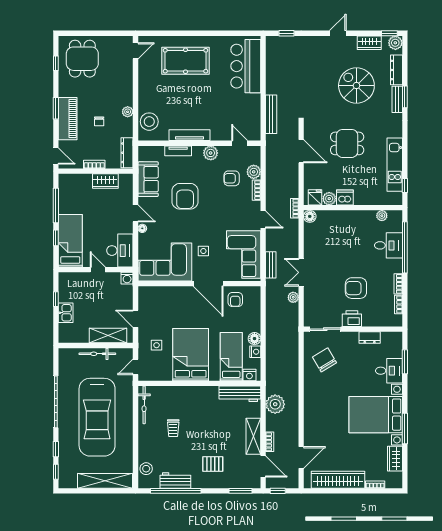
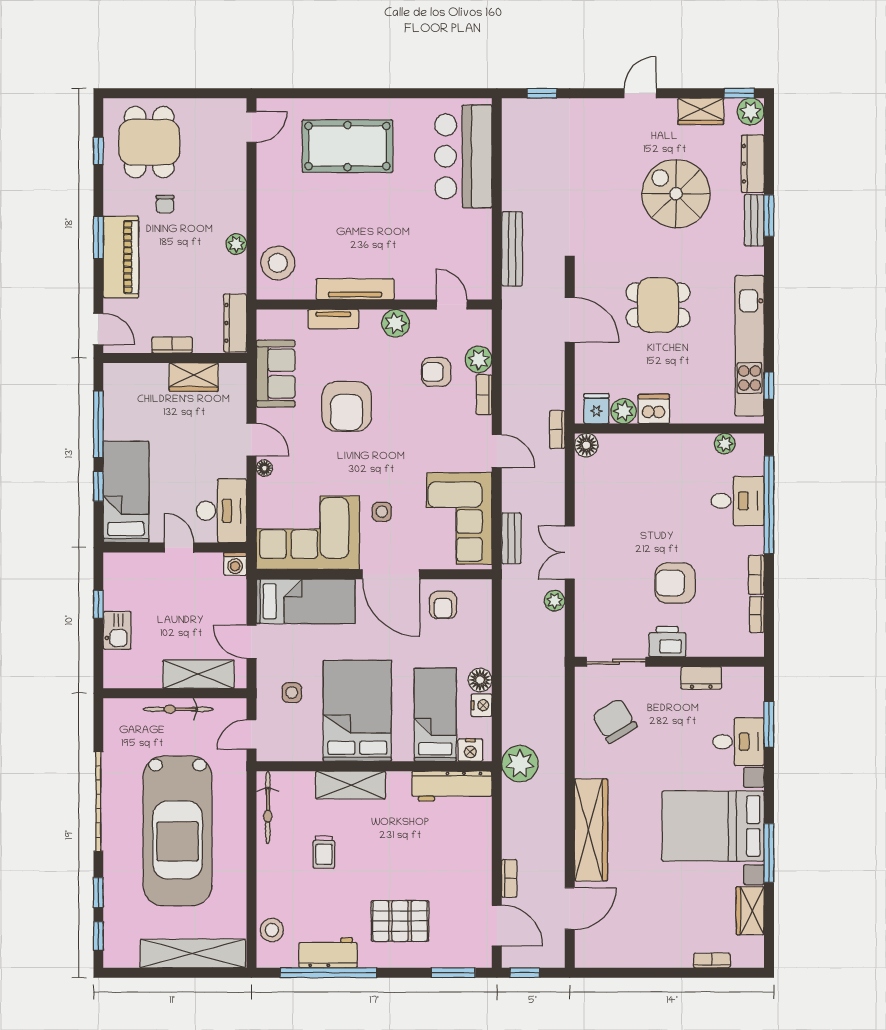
chair: (99, 121) -> (165, 204), moved
kitchen unit: (395, 165) -> (750, 346), width x1.36
bed: (164, 298) -> (306, 601), added
plant: (275, 404) -> (520, 764), moved
shelving: (253, 436) -> (351, 785), moved, turned 90
pallet: (213, 464) -> (400, 921), width x1.50, depth x1.42
wardrobe: (338, 480) -> (591, 830), moved, turned 90

